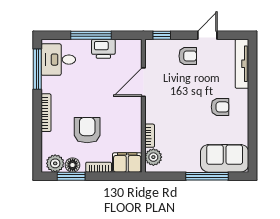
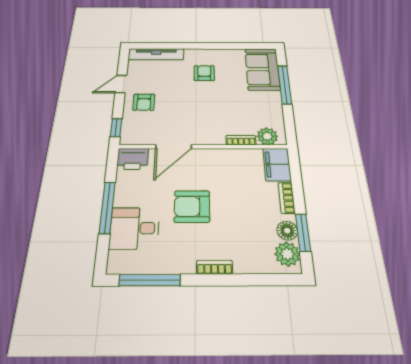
door: (207, 35) -> (121, 84), hinge flipped
printer: (103, 49) -> (133, 159), moved, turned 90
armchair: (188, 56) -> (144, 102), turned 180
desk: (58, 60) -> (134, 228), moved, turned 90
door: (143, 82) -> (174, 147), hinge flipped
bookcase: (46, 113) -> (215, 267), width x0.64
armchair: (87, 130) -> (192, 206), moved

